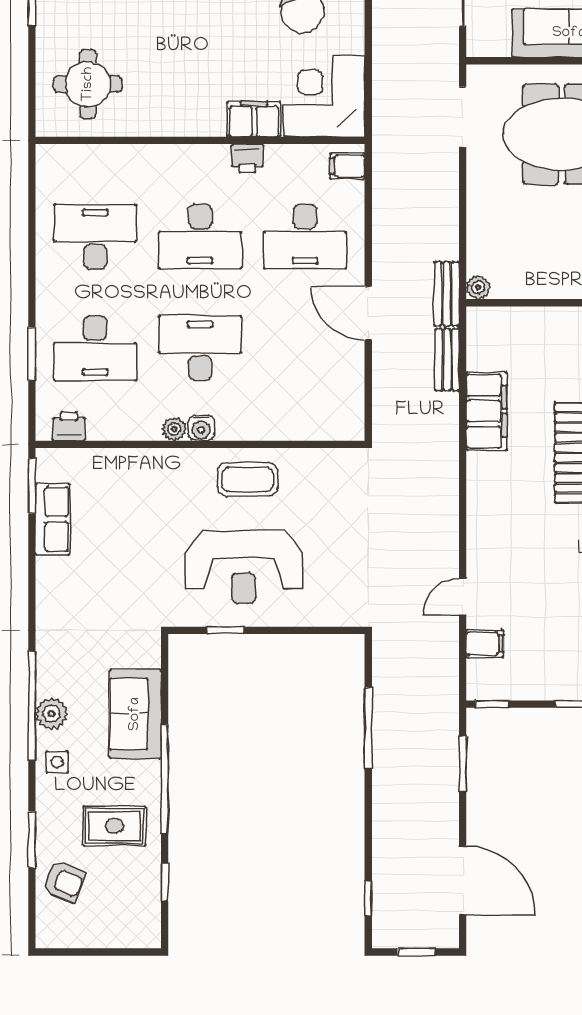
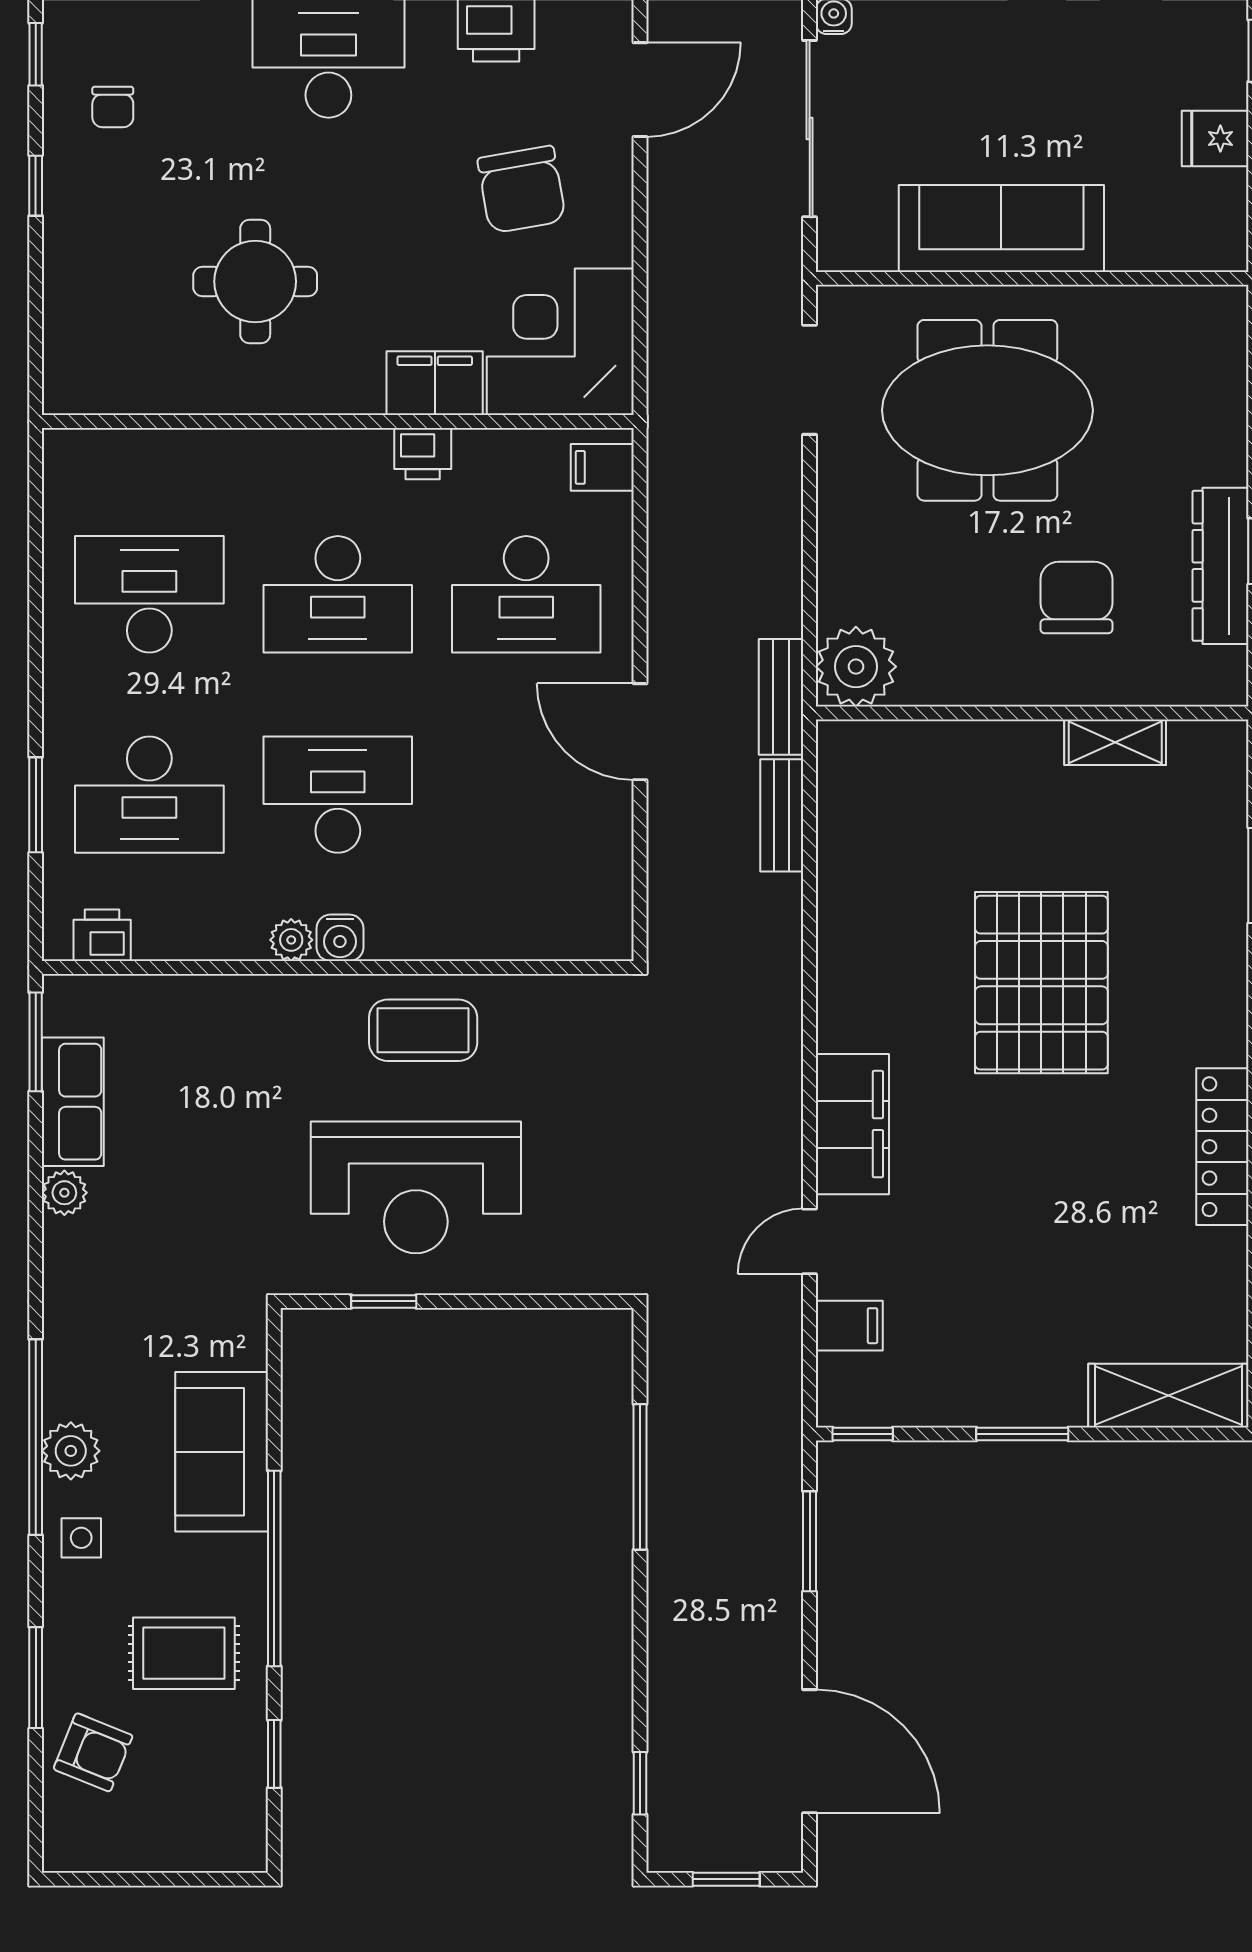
round table: (88, 84) -> (255, 281), moved
plant: (478, 287) -> (856, 667), width x1.87, depth x1.87
filing cabinet: (487, 411) -> (852, 1124), moved
plant: (48, 570) -> (64, 1193), added

